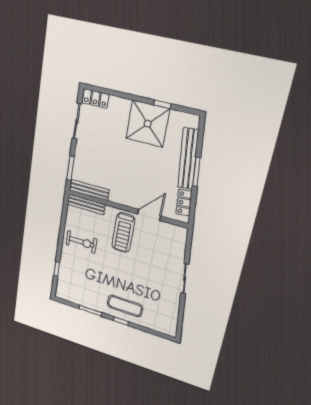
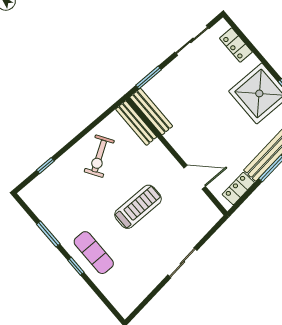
locker: (95, 99) -> (236, 45), moved
treadmill: (123, 232) -> (138, 207), moved, turned 180
exercise bike: (81, 242) -> (99, 156), turned 58

